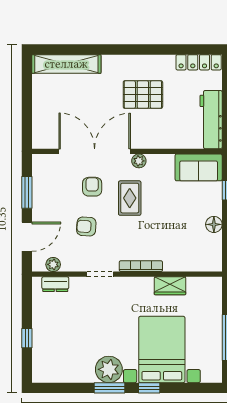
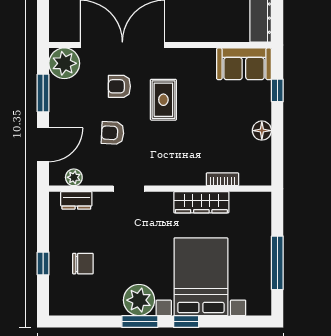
plant: (139, 161) -> (64, 63), moved, width x1.88, depth x1.88
armchair: (92, 187) -> (119, 86), turned -90
bookcase: (141, 266) -> (222, 179), moved, width x0.64
wardrobe: (170, 286) -> (201, 202), width x1.50
chair: (61, 338) -> (83, 264), added

